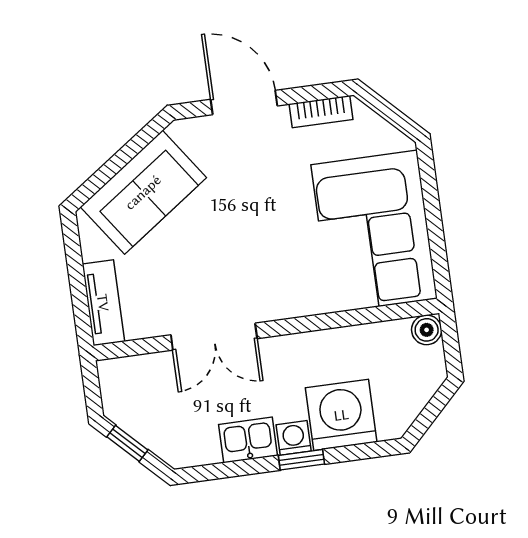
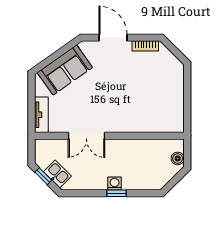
corner sofa: (374, 232) -> (161, 100), removed
boiler: (427, 330) -> (178, 158), moved
washing machine: (341, 415) -> (136, 177), removed
kitchen sink: (248, 440) -> (57, 174), moved, turned 45

